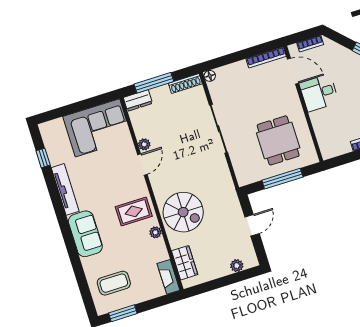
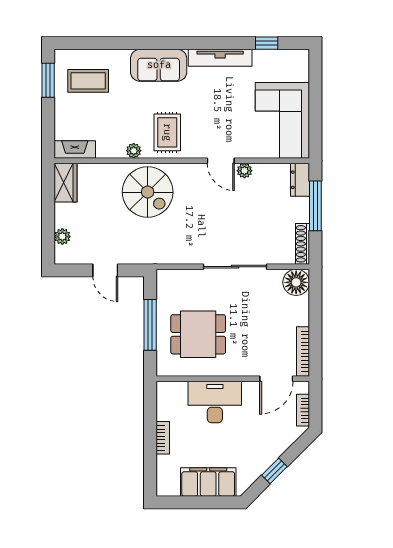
floor lamp: (210, 76) -> (296, 282), width x1.89, depth x1.89
desk: (319, 93) -> (215, 402), moved, width x1.37
spiral stairs: (183, 212) -> (148, 192), turned -90
wardrobe: (185, 263) -> (66, 183), moved, turned -90
coffee table: (114, 283) -> (88, 81), turned 90

